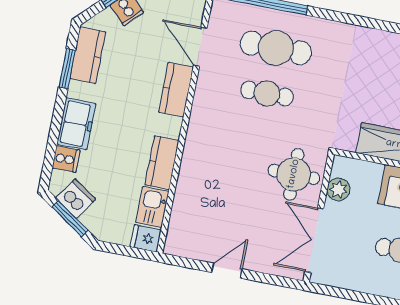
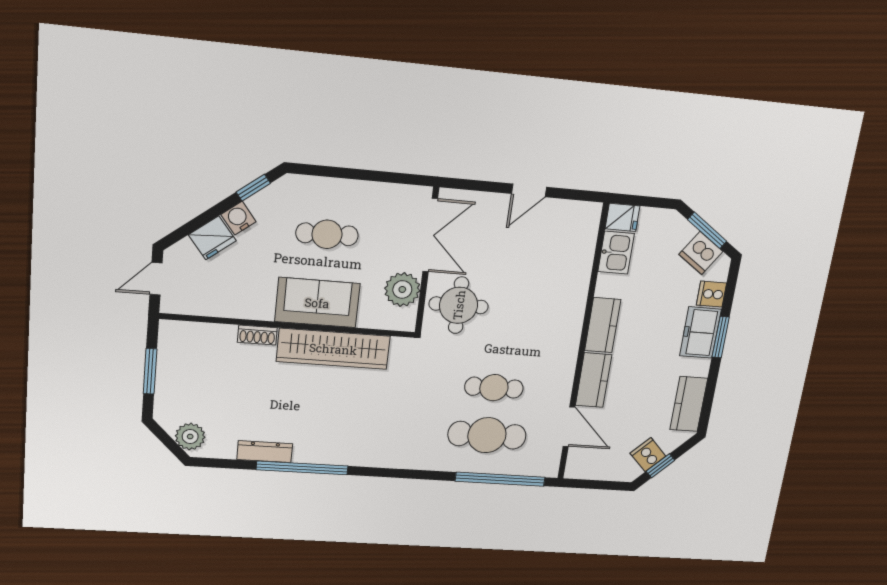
window: (67, 69) -> (721, 337), moved
kitchen counter: (162, 163) -> (603, 325), moved
plant: (338, 189) -> (402, 289), width x1.36, depth x1.36

